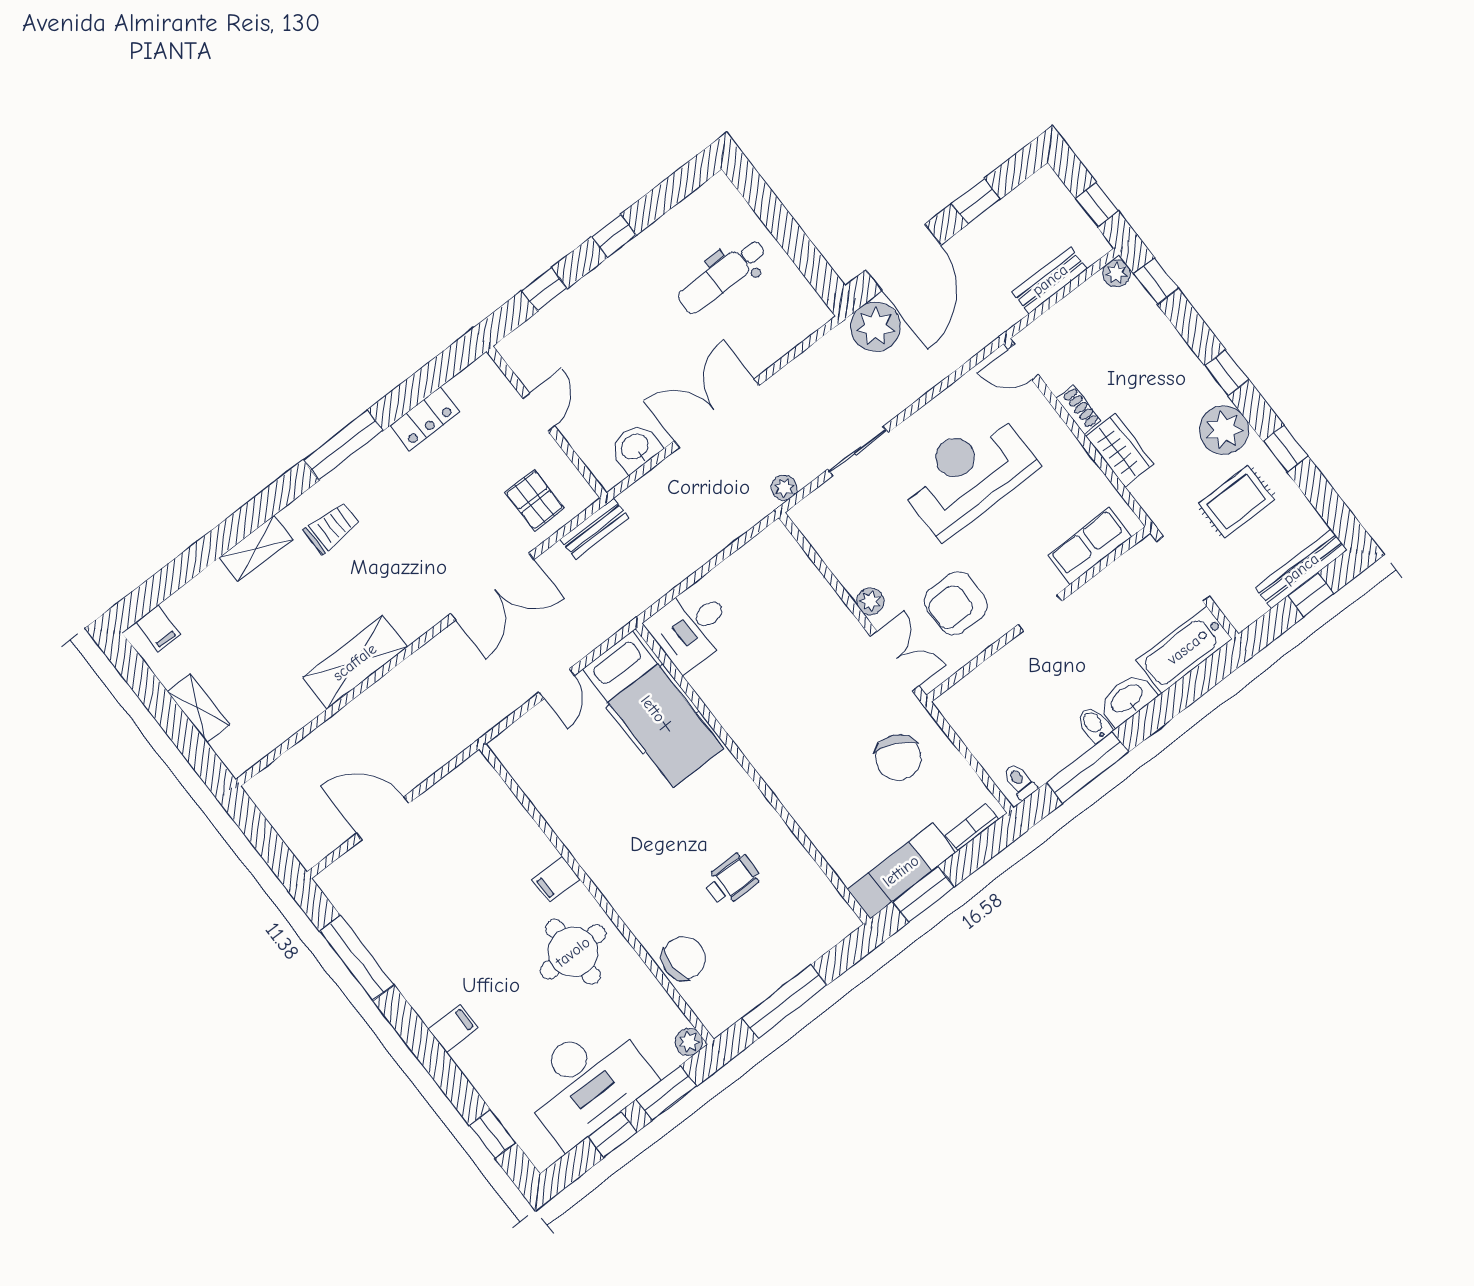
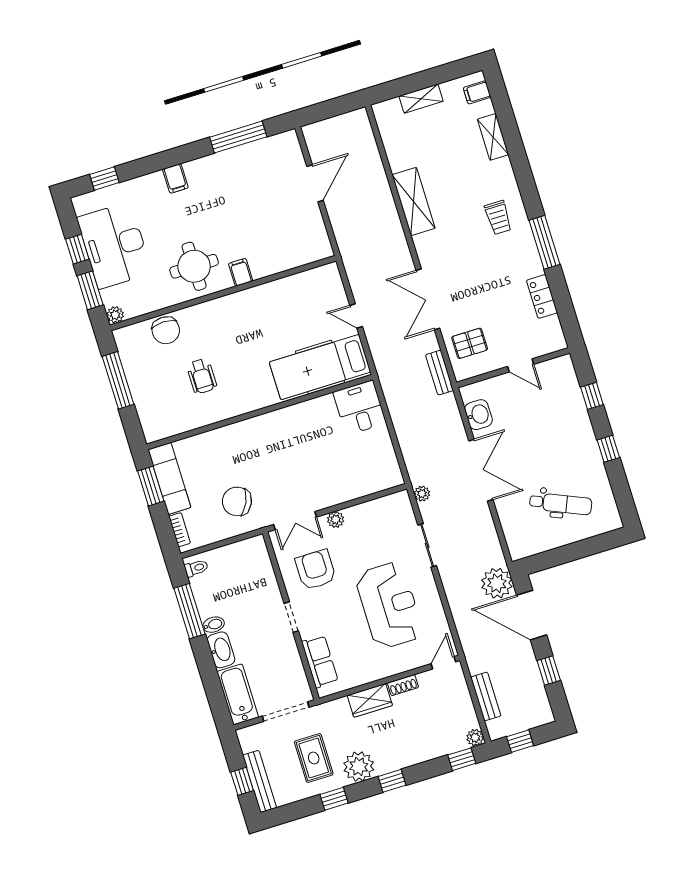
dental chair: (722, 276) -> (561, 504), turned 113
shelving: (256, 548) -> (493, 137), moved

